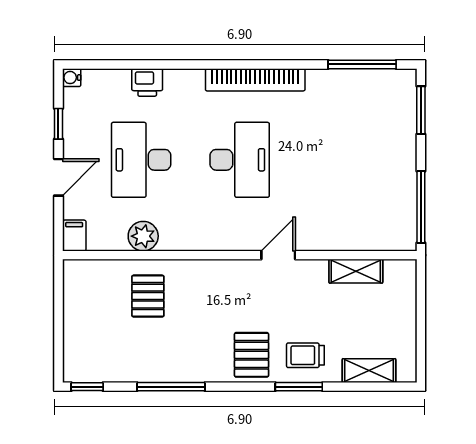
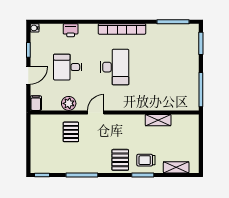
desk: (141, 160) -> (68, 67), width x0.73
door: (278, 255) -> (96, 112), moved
shelving: (356, 271) -> (158, 120), moved

